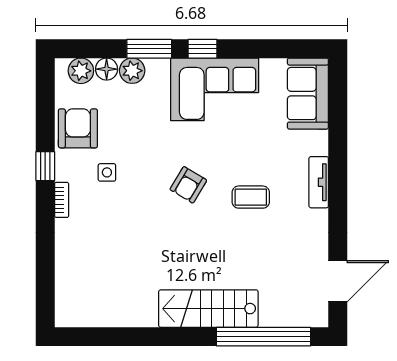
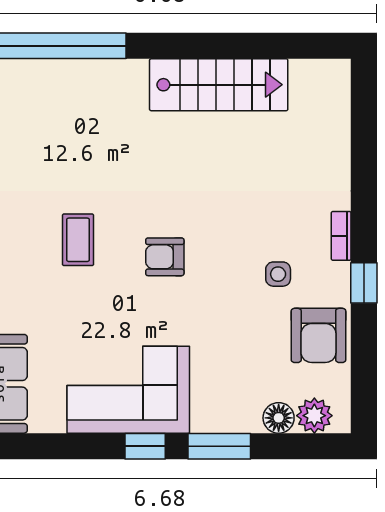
plant: (132, 71) -> (243, 416), removed
armchair: (188, 185) -> (165, 257), turned -121
coffee table: (251, 197) -> (78, 240), turned 90
stairs: (208, 309) -> (219, 85), moved

